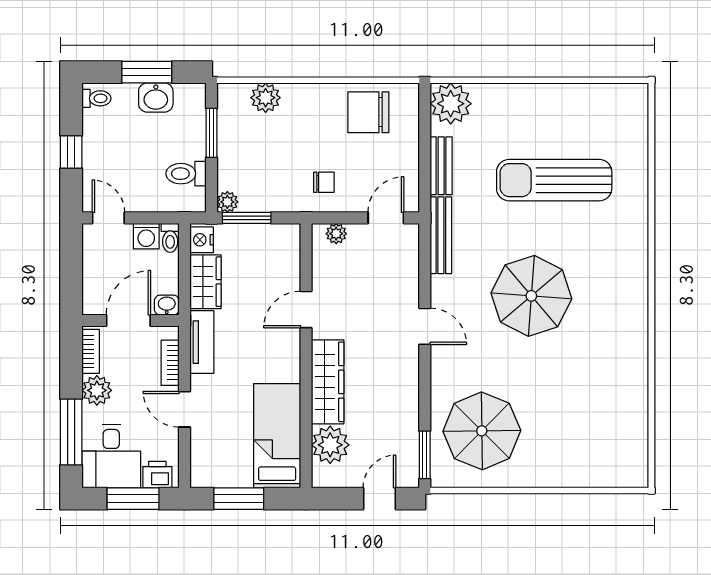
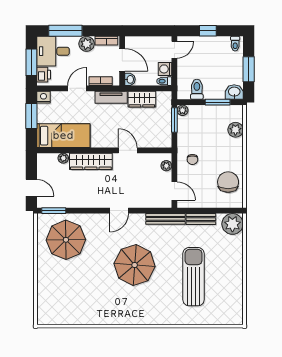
washbasin: (156, 98) -> (234, 92), moved, turned 90
nightstand: (202, 240) -> (43, 97), moved
plant: (330, 445) -> (63, 158), width x0.53, depth x0.53

